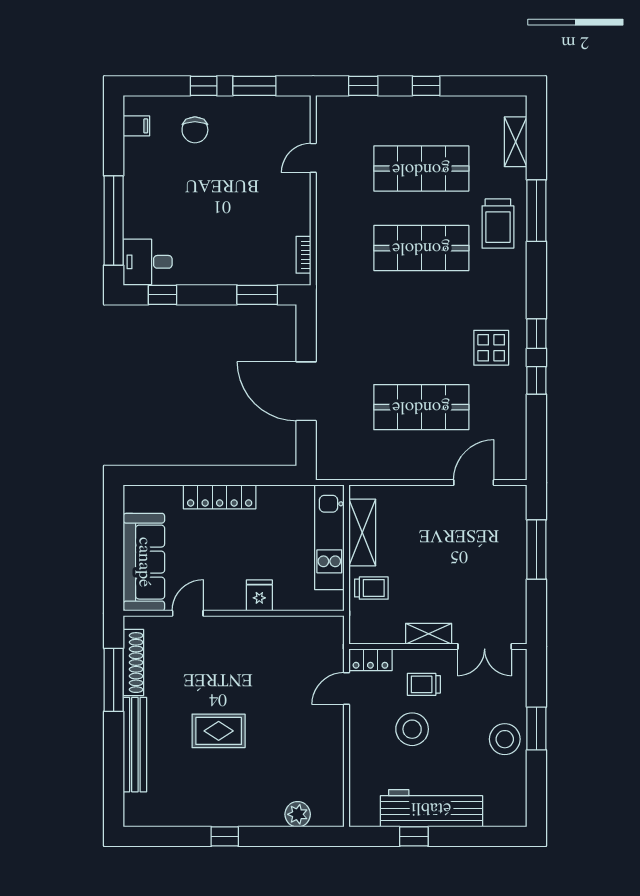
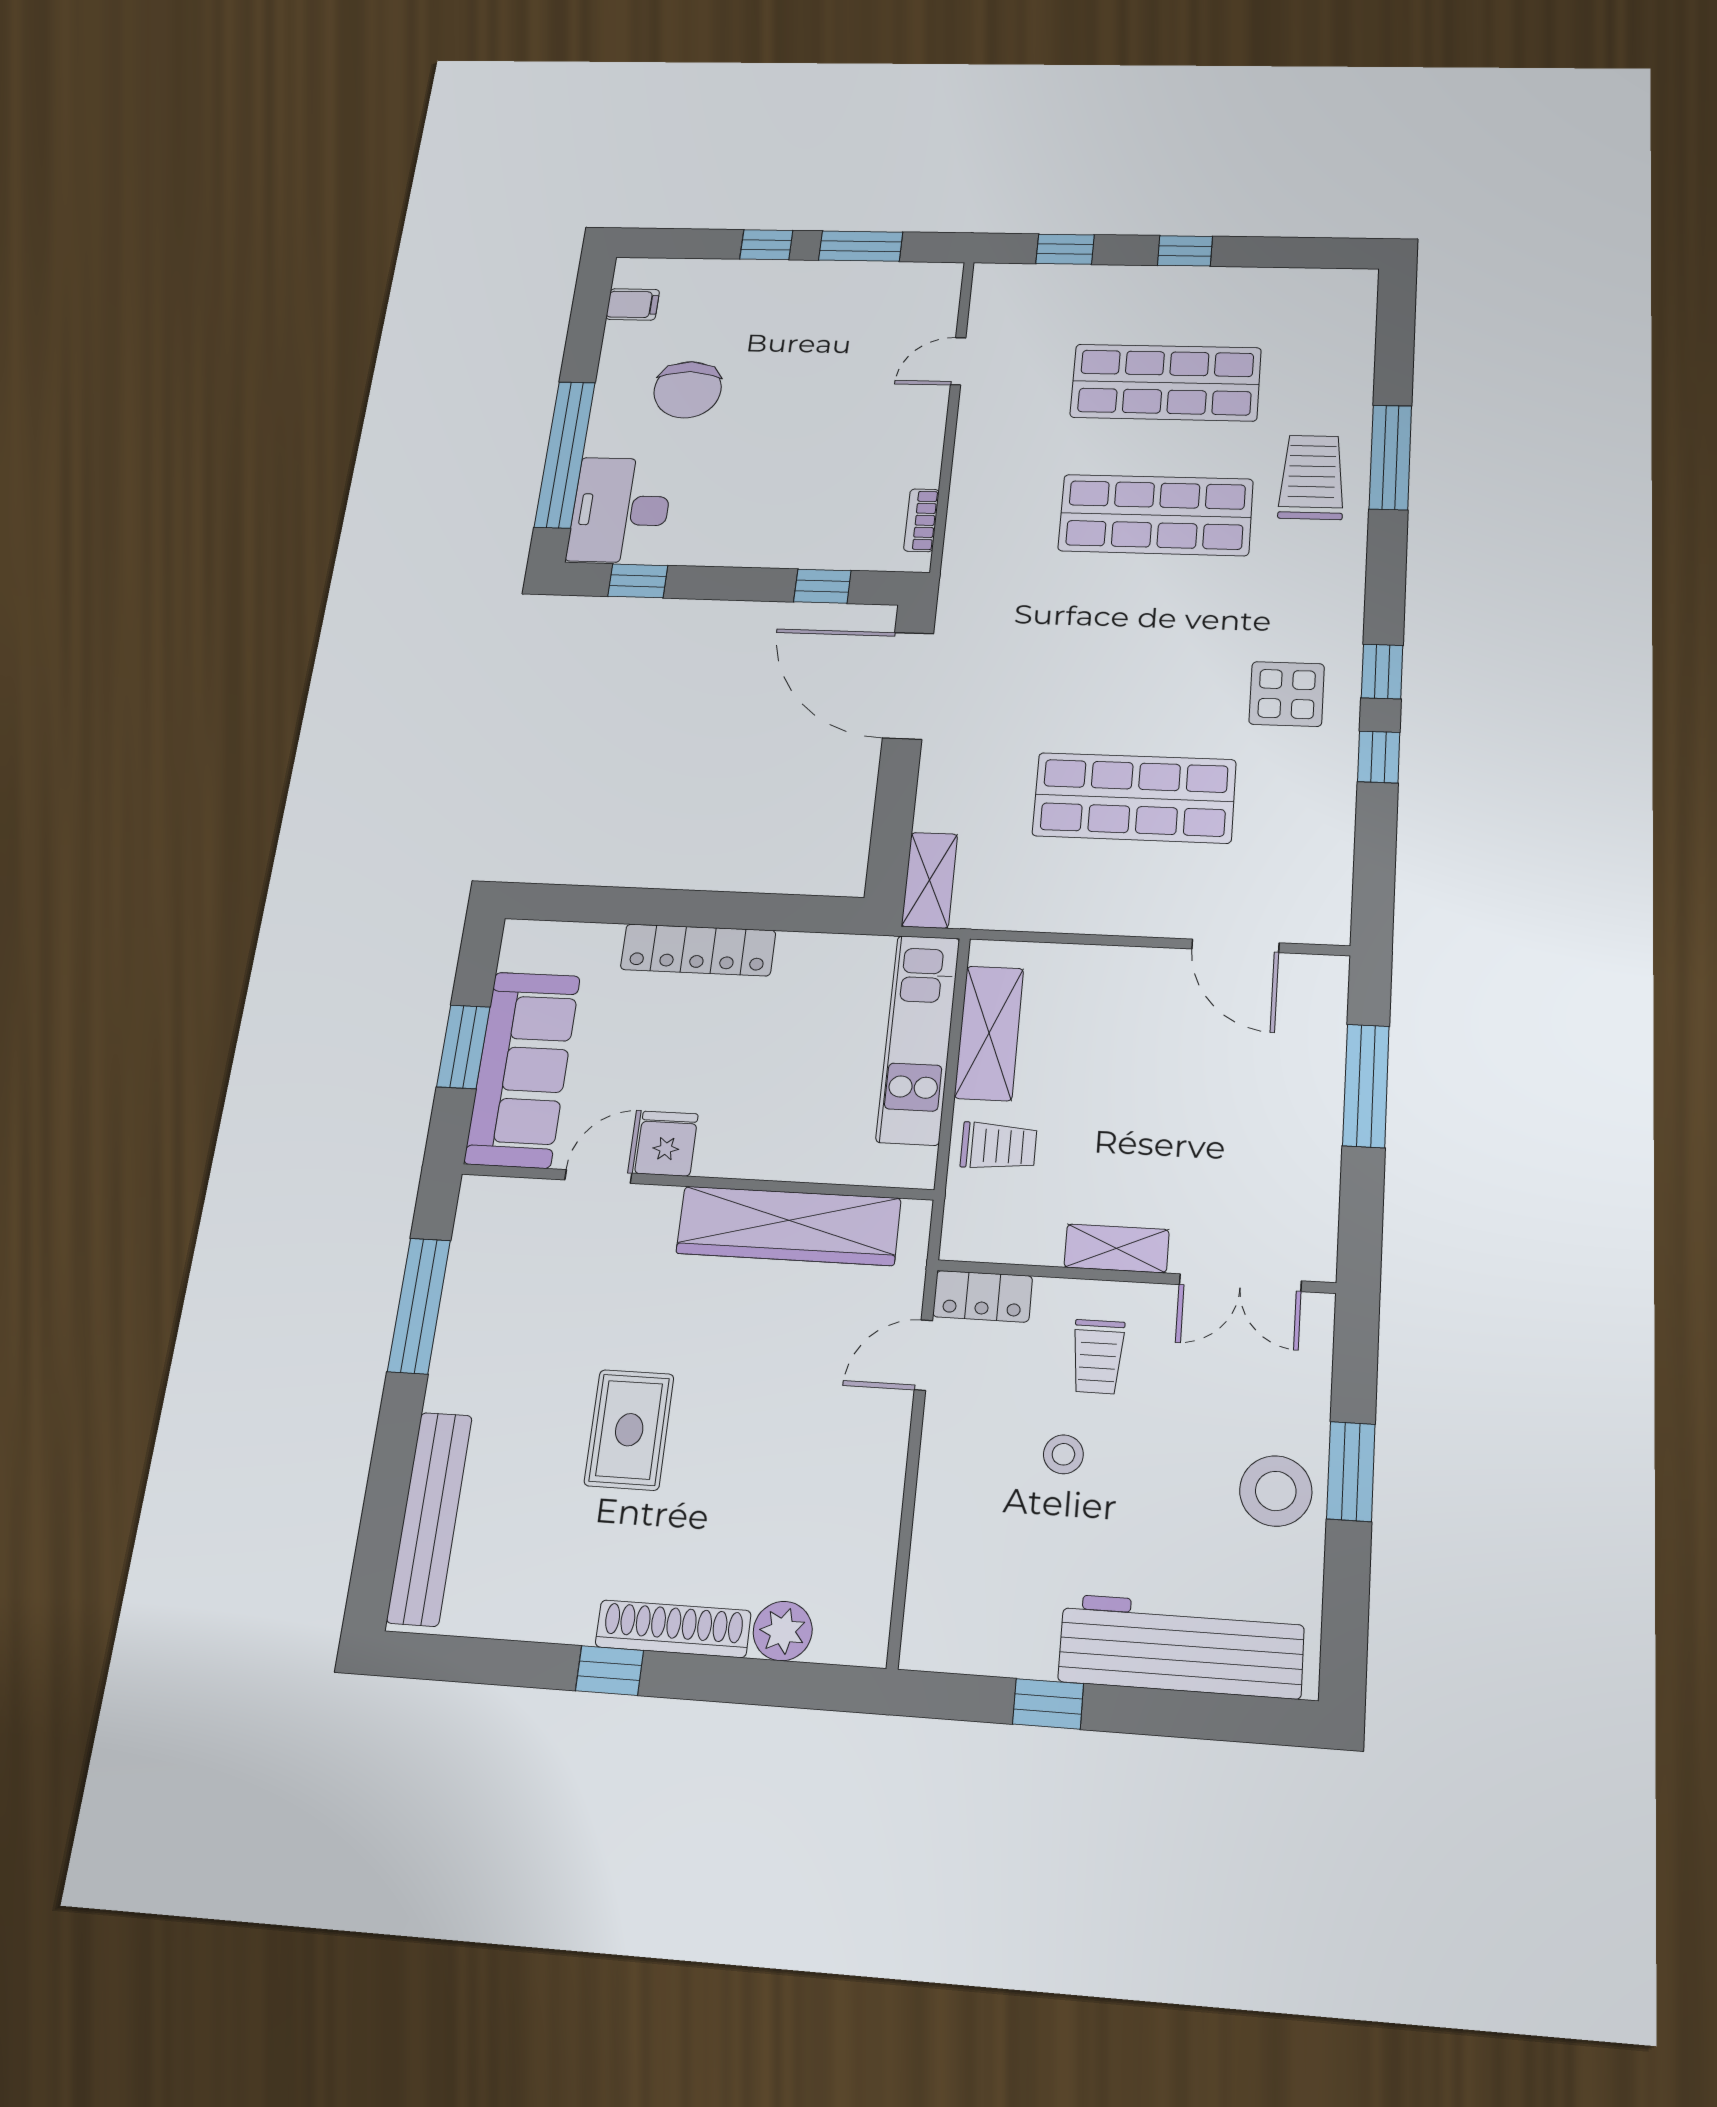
chair: (195, 130) -> (688, 390), moved, width x1.37, depth x1.37
shelving: (516, 142) -> (930, 880), moved
trolley: (498, 224) -> (1312, 477), turned 180
desk: (148, 262) -> (620, 510), width x1.37
window: (257, 295) -> (822, 586), width x0.67
door: (306, 391) -> (908, 686), moved
door: (474, 483) -> (1235, 946), swing flipped
window: (114, 552) -> (463, 1047), added
fridge: (259, 595) -> (666, 1144), moved
wardrobe: (279, 632) -> (789, 1226), added
shoe rack: (133, 663) -> (673, 1629), moved, turned -90
trolley: (424, 684) -> (1098, 1357), turned -90
stool: (412, 729) -> (1063, 1454), width x0.53, depth x0.53
rug: (219, 731) -> (629, 1430), turned 90
bench: (135, 745) -> (430, 1518), moved
workbench: (431, 808) -> (1181, 1646), moved

